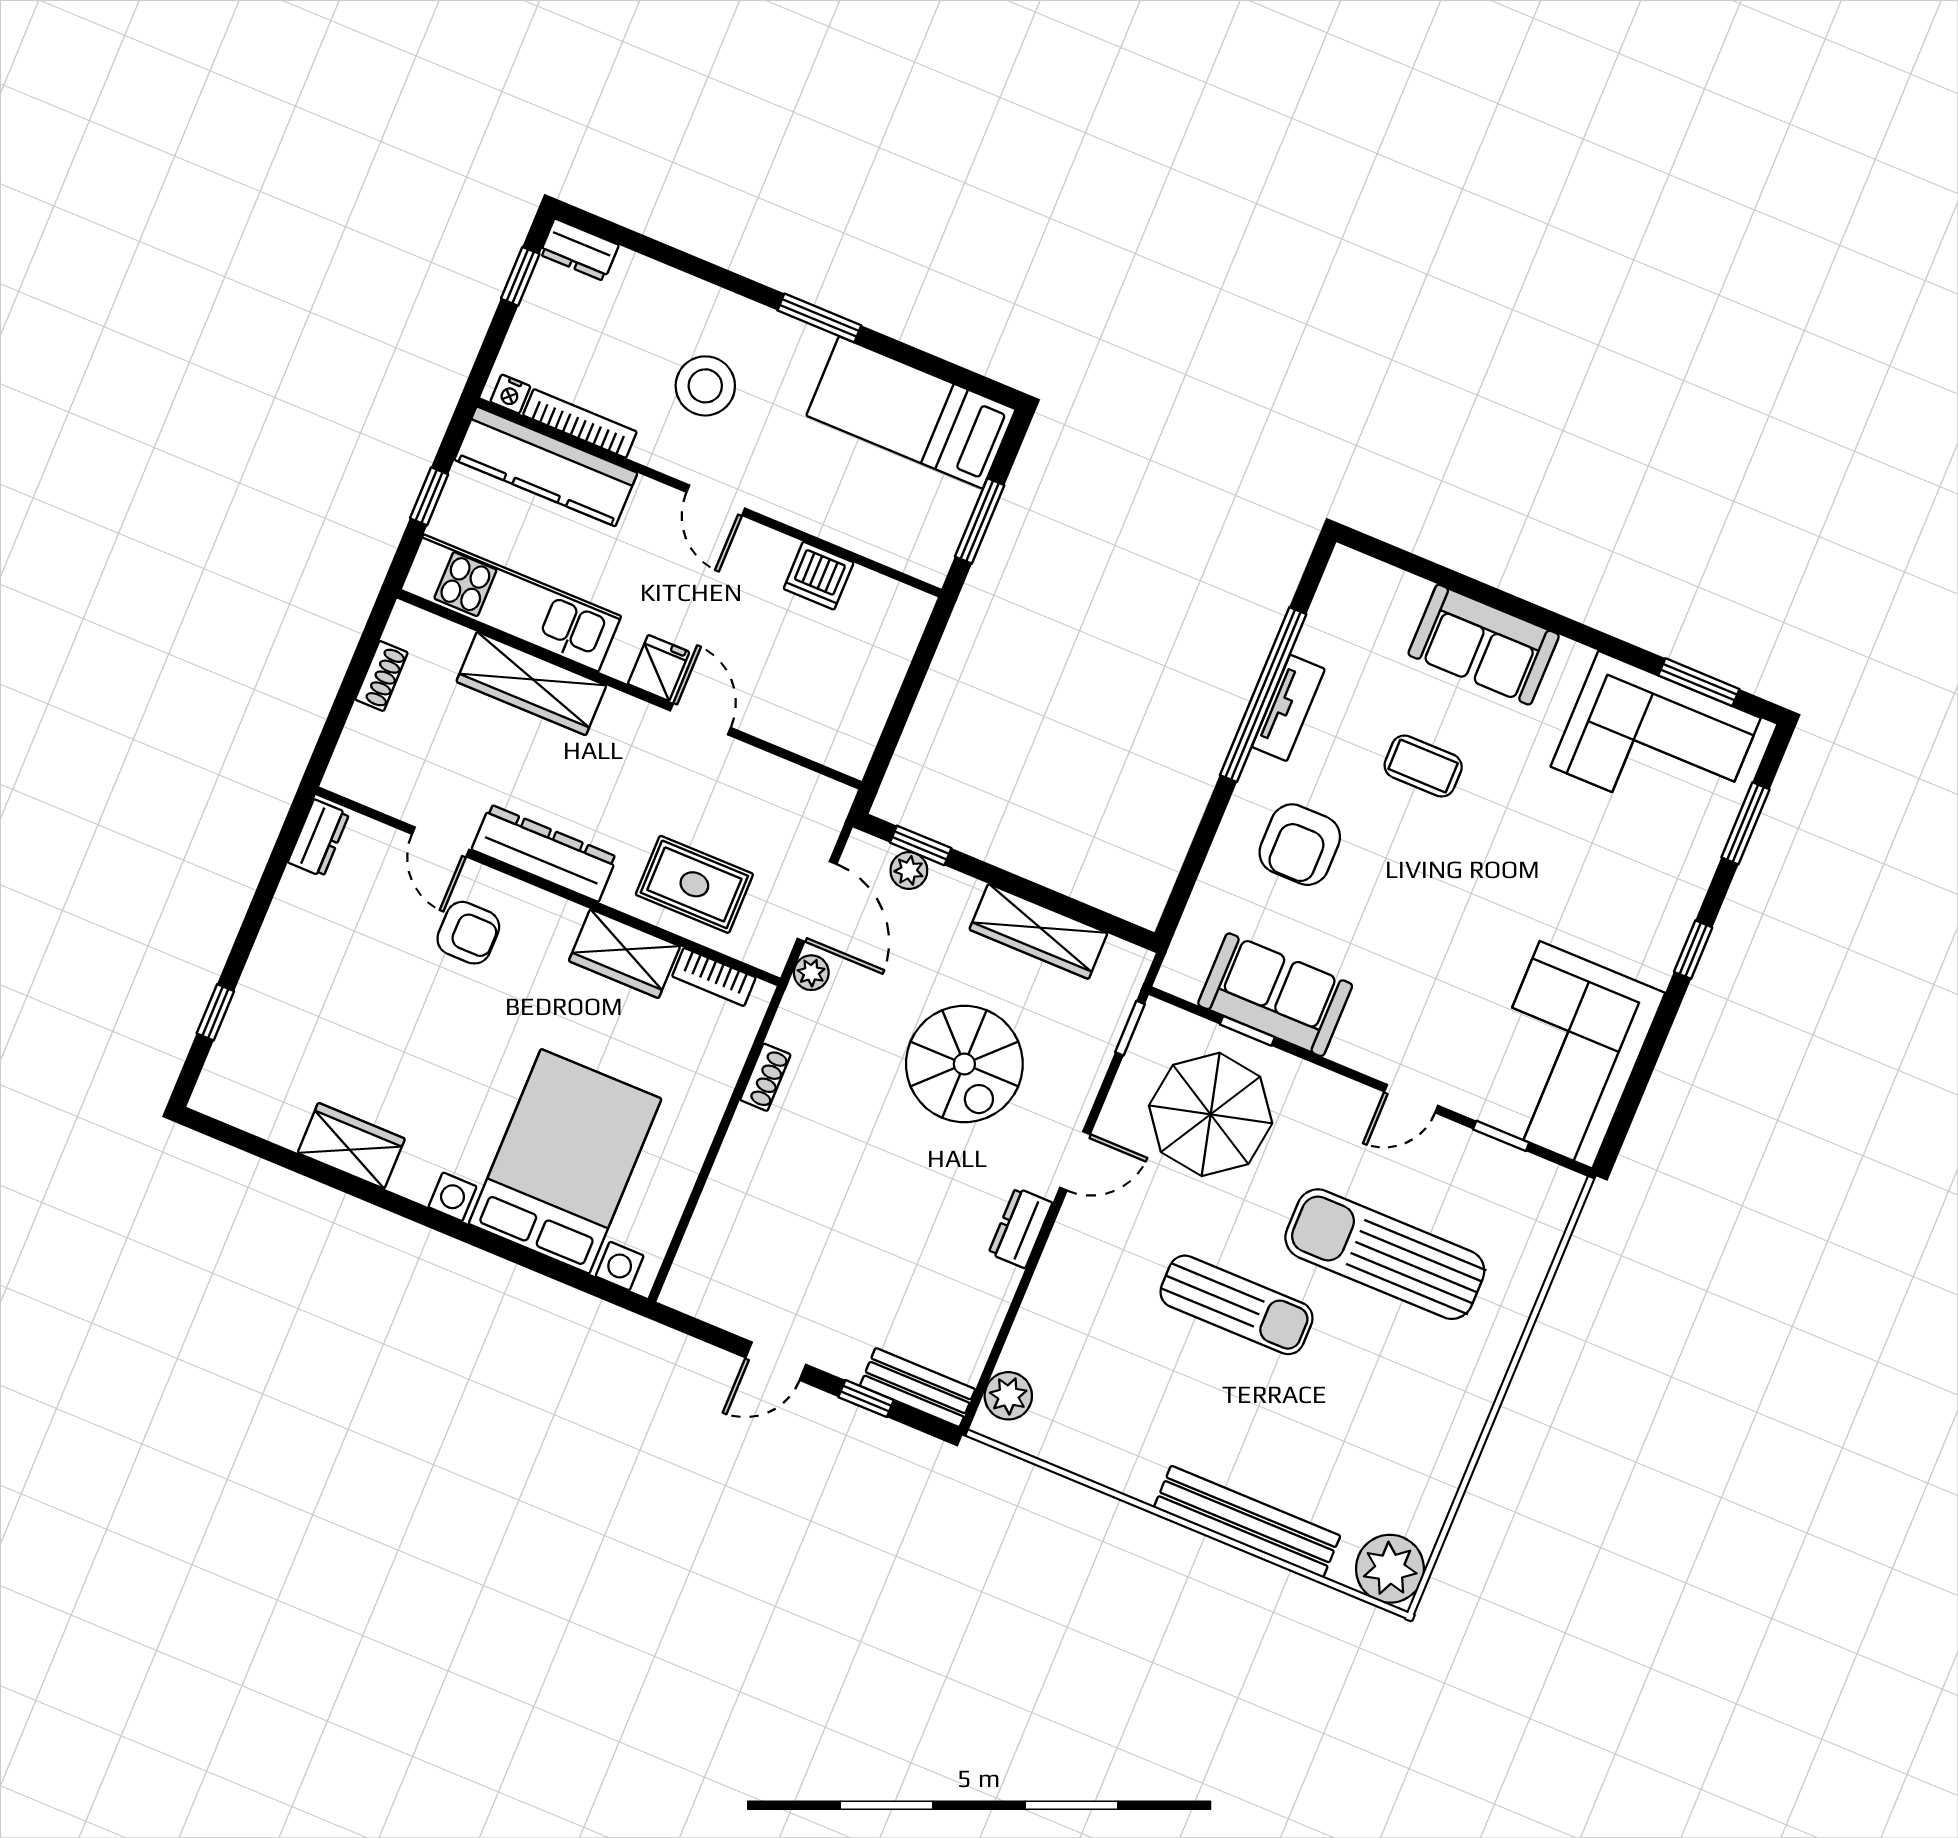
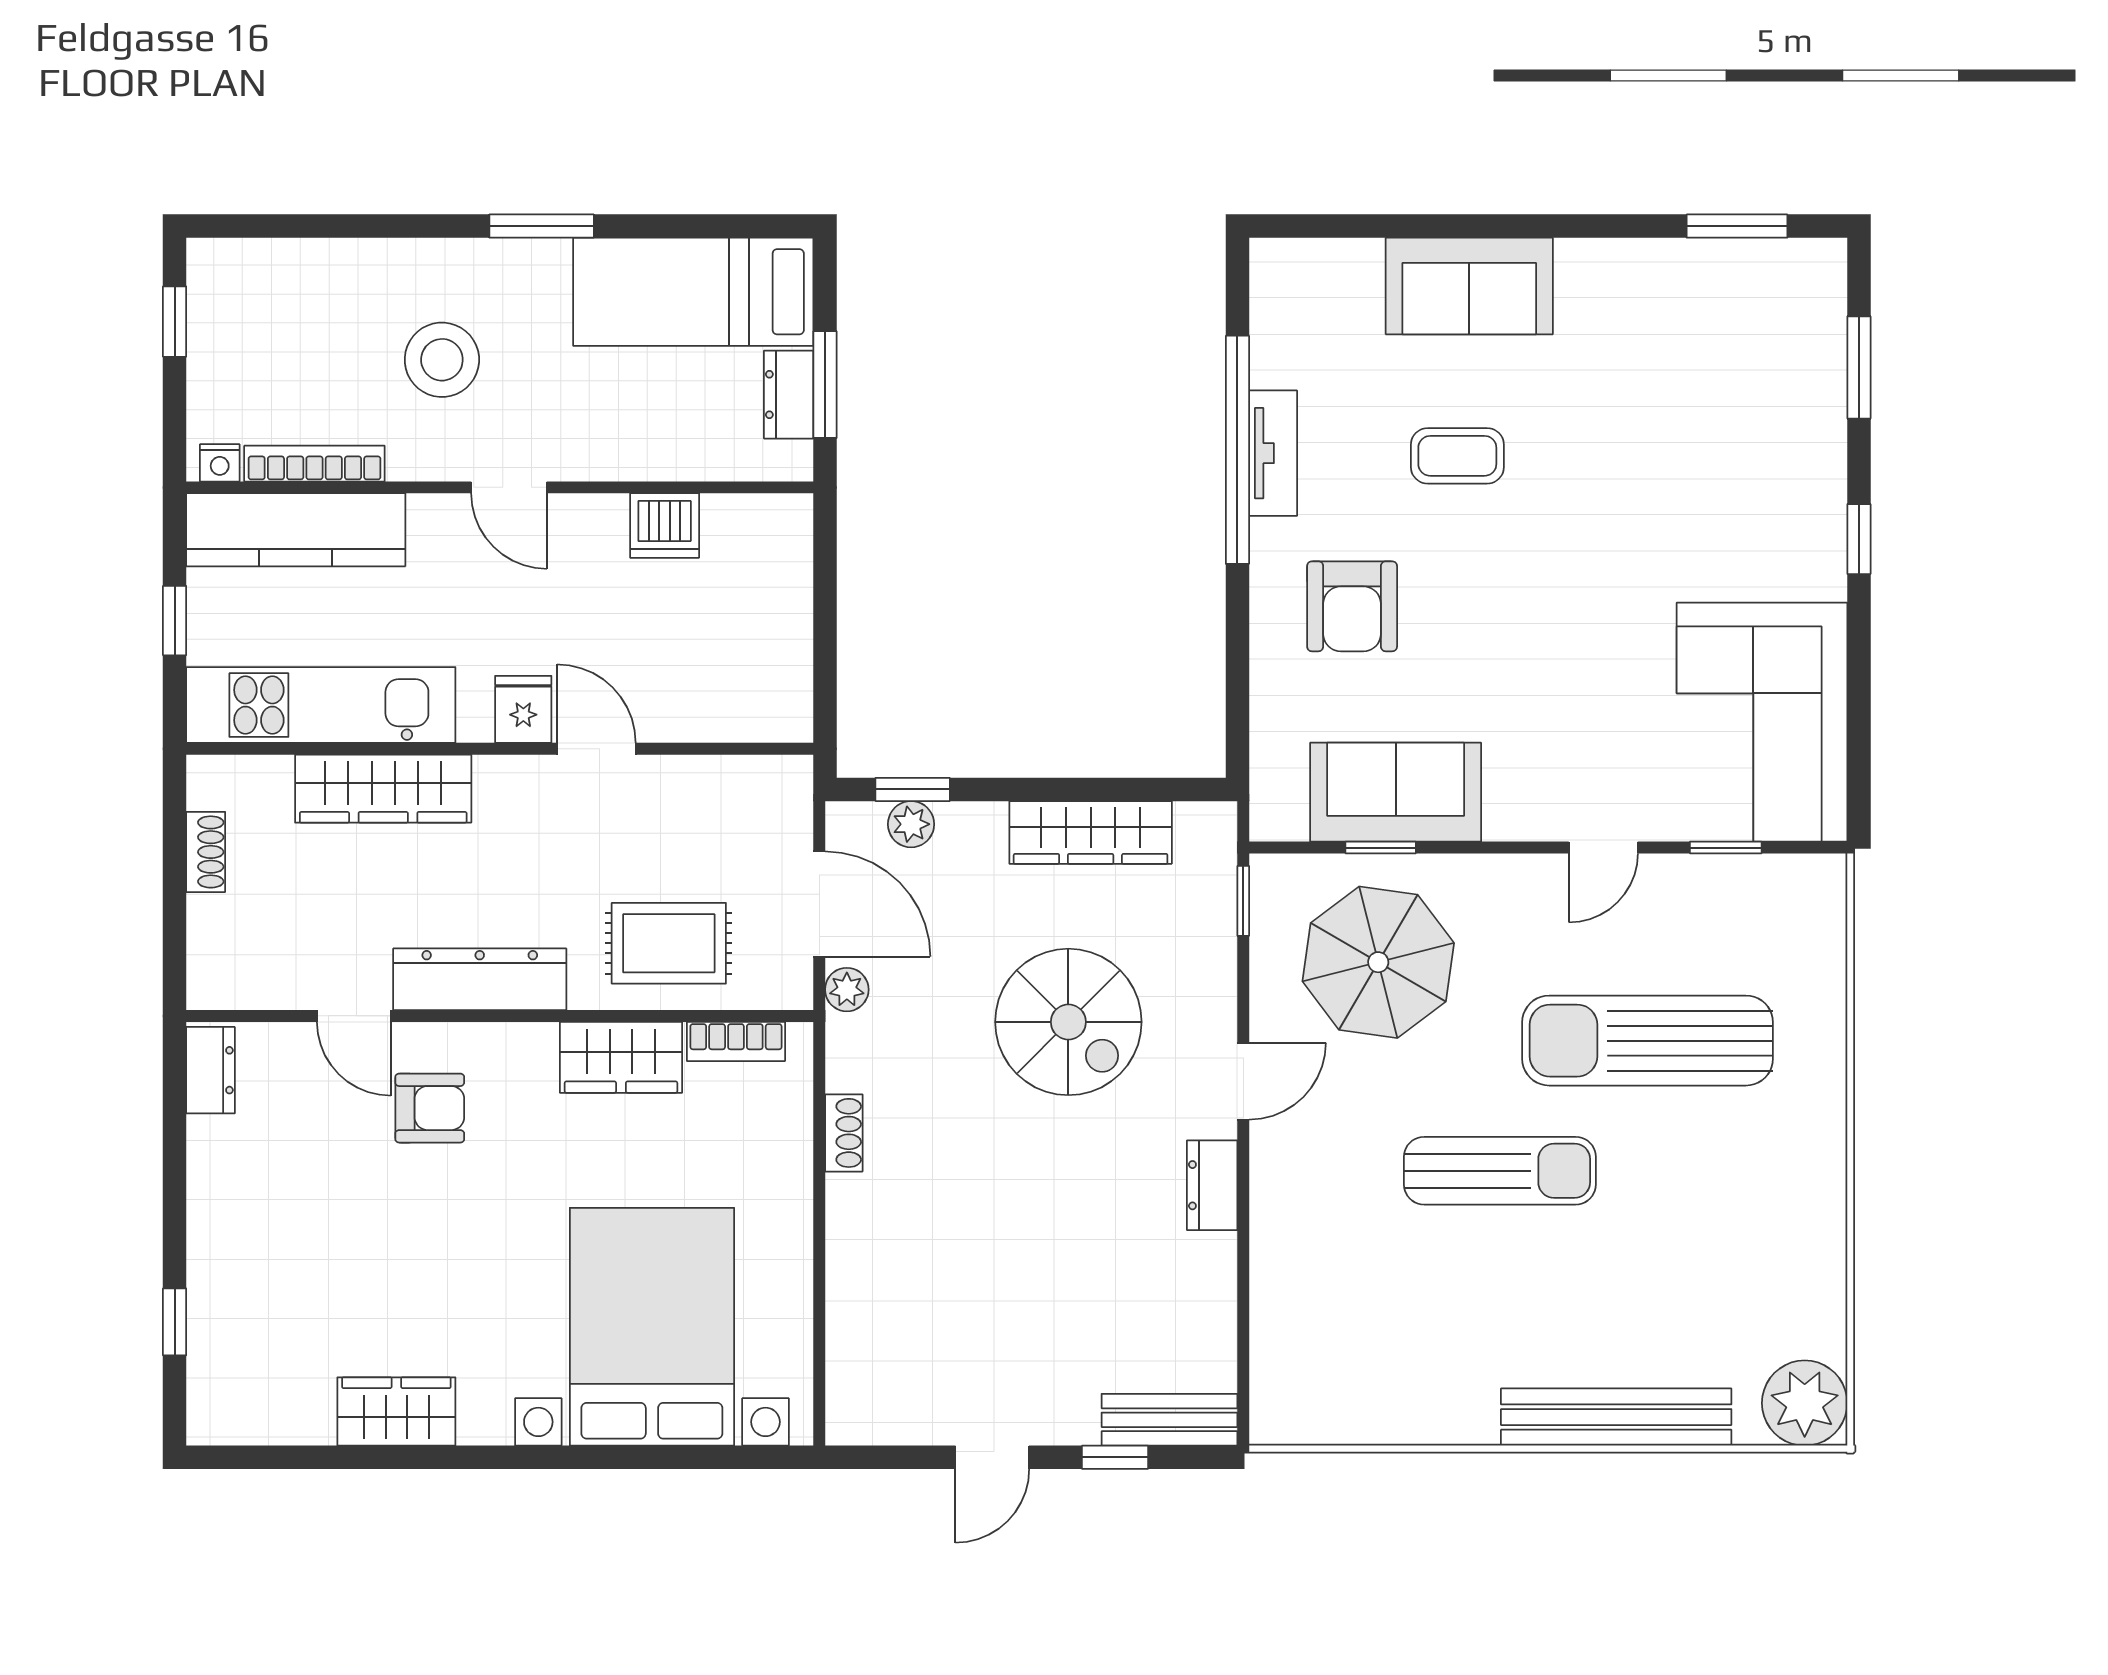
dresser: (579, 250) -> (789, 395), moved, turned 90
corner sofa: (1656, 742) -> (1716, 316), removed
plant: (1008, 1396) -> (1279, 1386), removed

